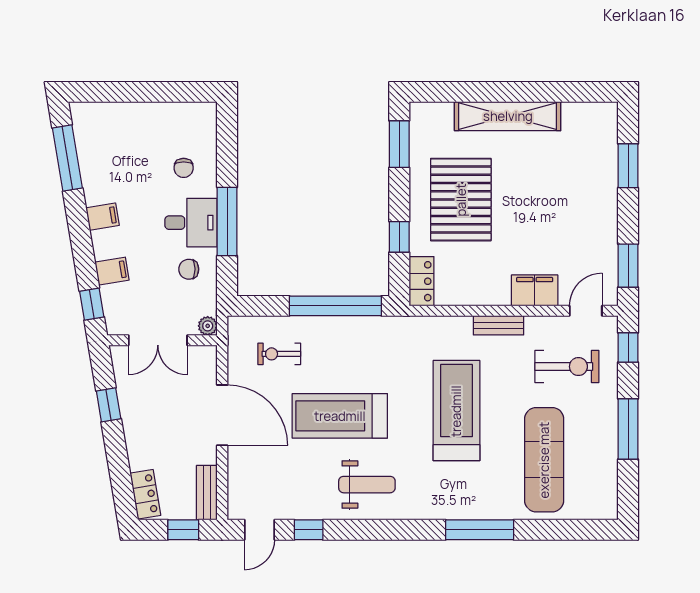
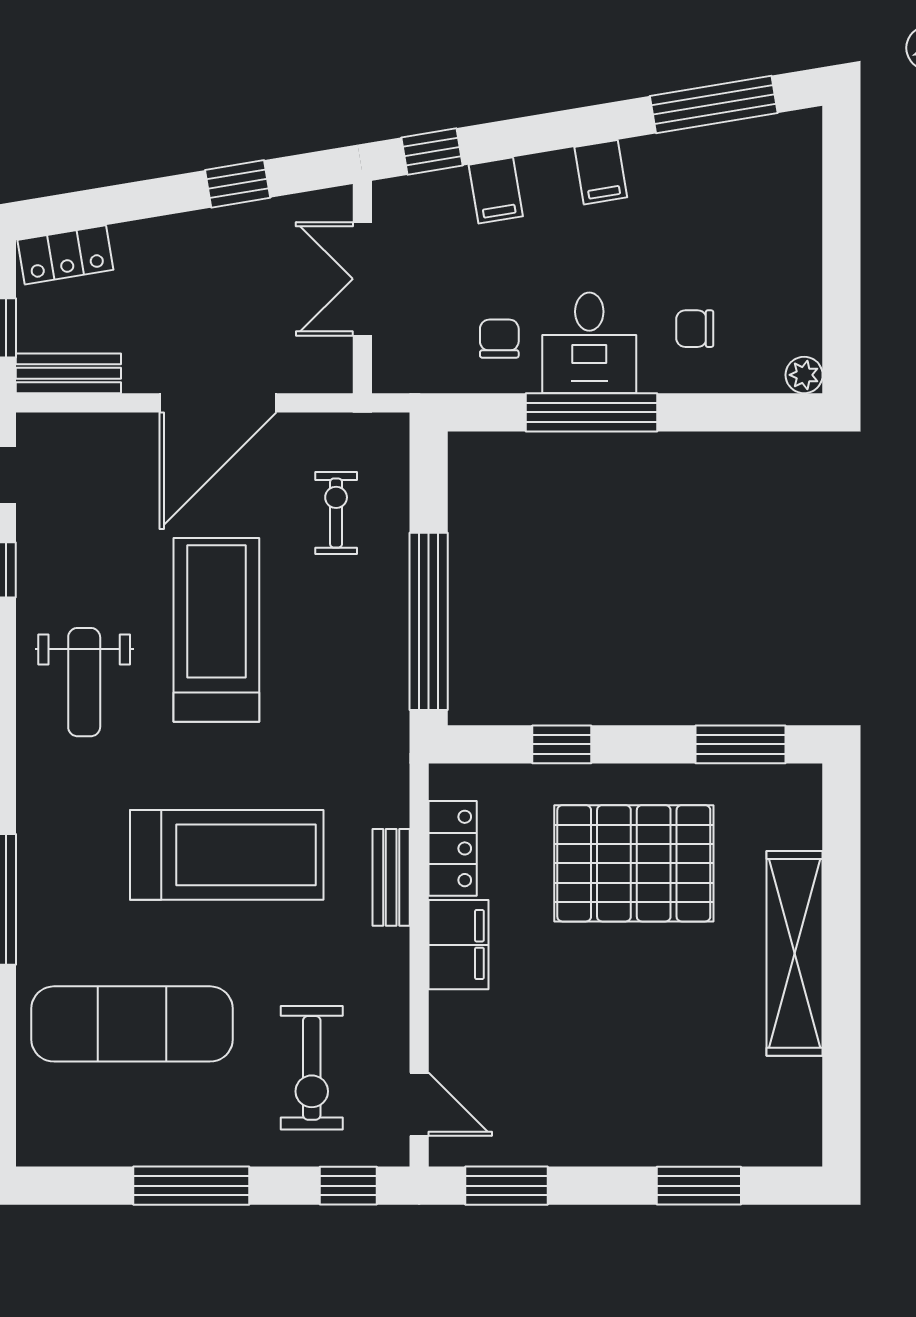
locker: (422, 281) -> (453, 848), moved, turned -90
filing cabinet: (535, 290) -> (459, 945), moved
bench: (498, 325) -> (391, 877), moved
plant: (208, 326) -> (804, 375), moved

